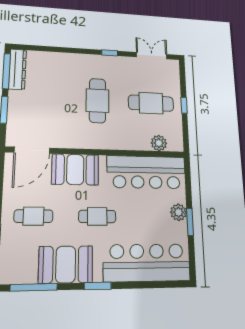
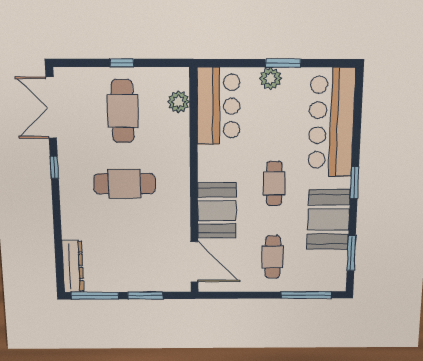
double door: (152, 56) -> (51, 108), width x1.37
dresser: (18, 69) -> (73, 266), moved, turned 90
bar counter: (146, 172) -> (218, 106), width x0.73
window: (34, 287) -> (351, 253), width x0.69

